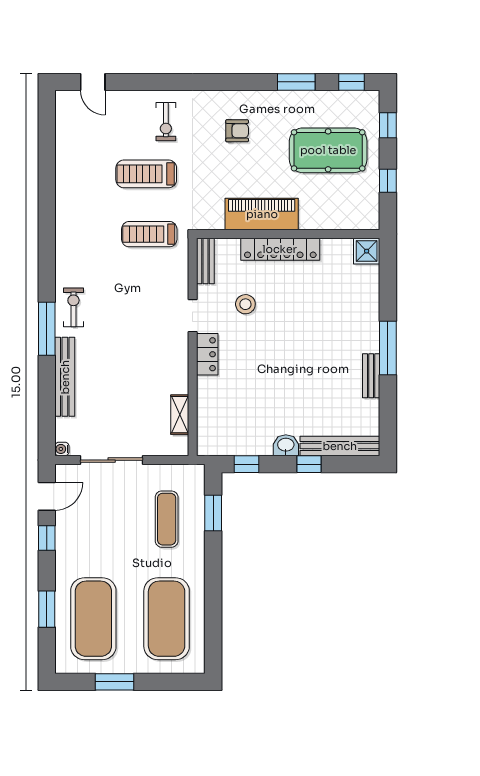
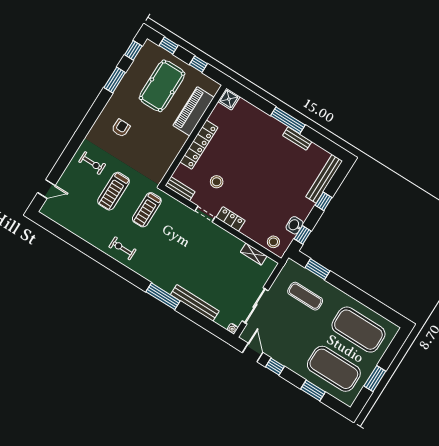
piano: (262, 214) -> (194, 111), moved
exercise bike: (73, 307) -> (122, 248), moved
stool: (213, 431) -> (273, 242), added
washbasin: (286, 445) -> (295, 225), moved

